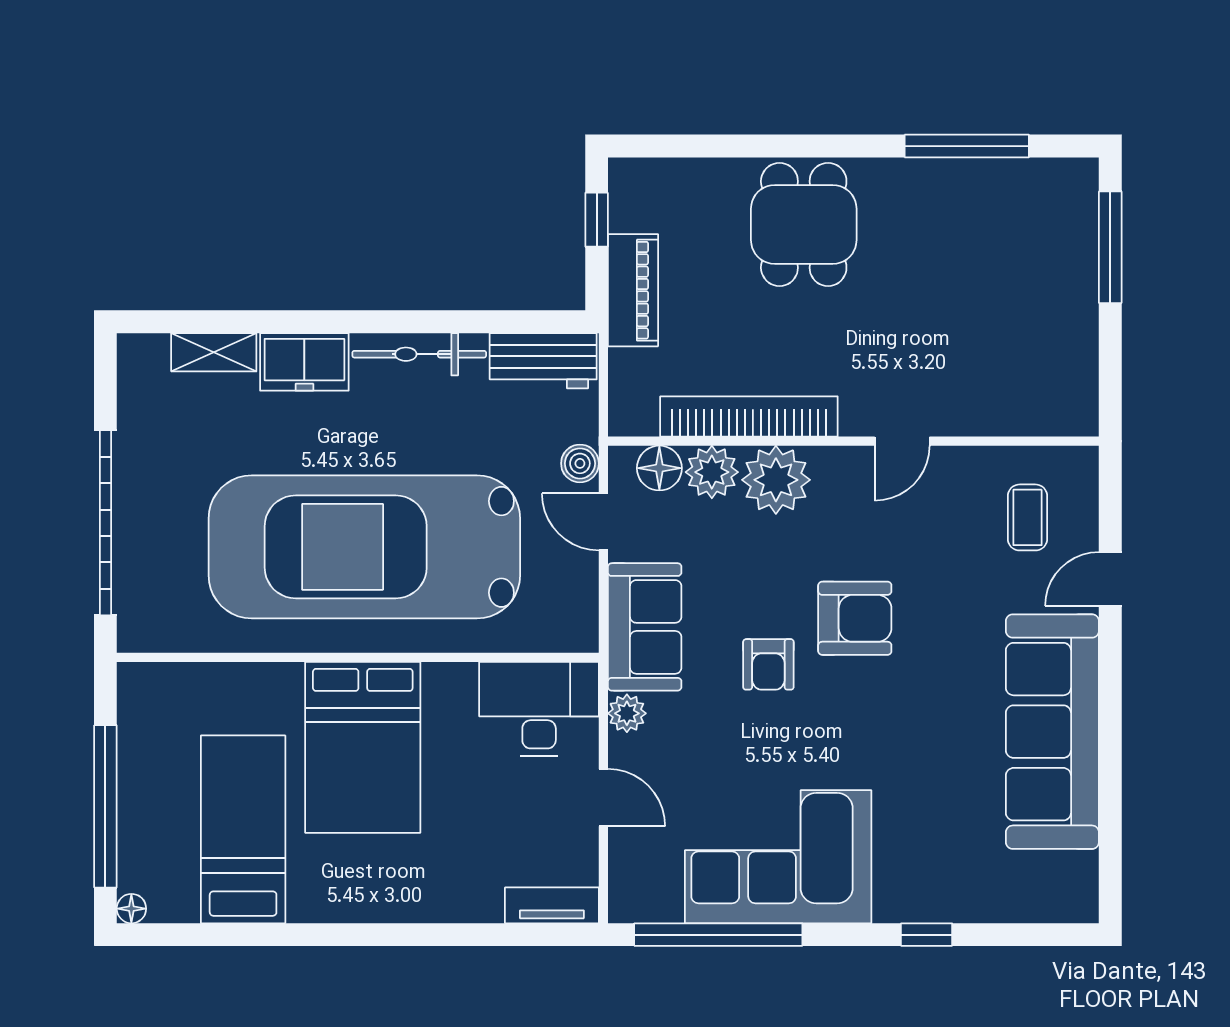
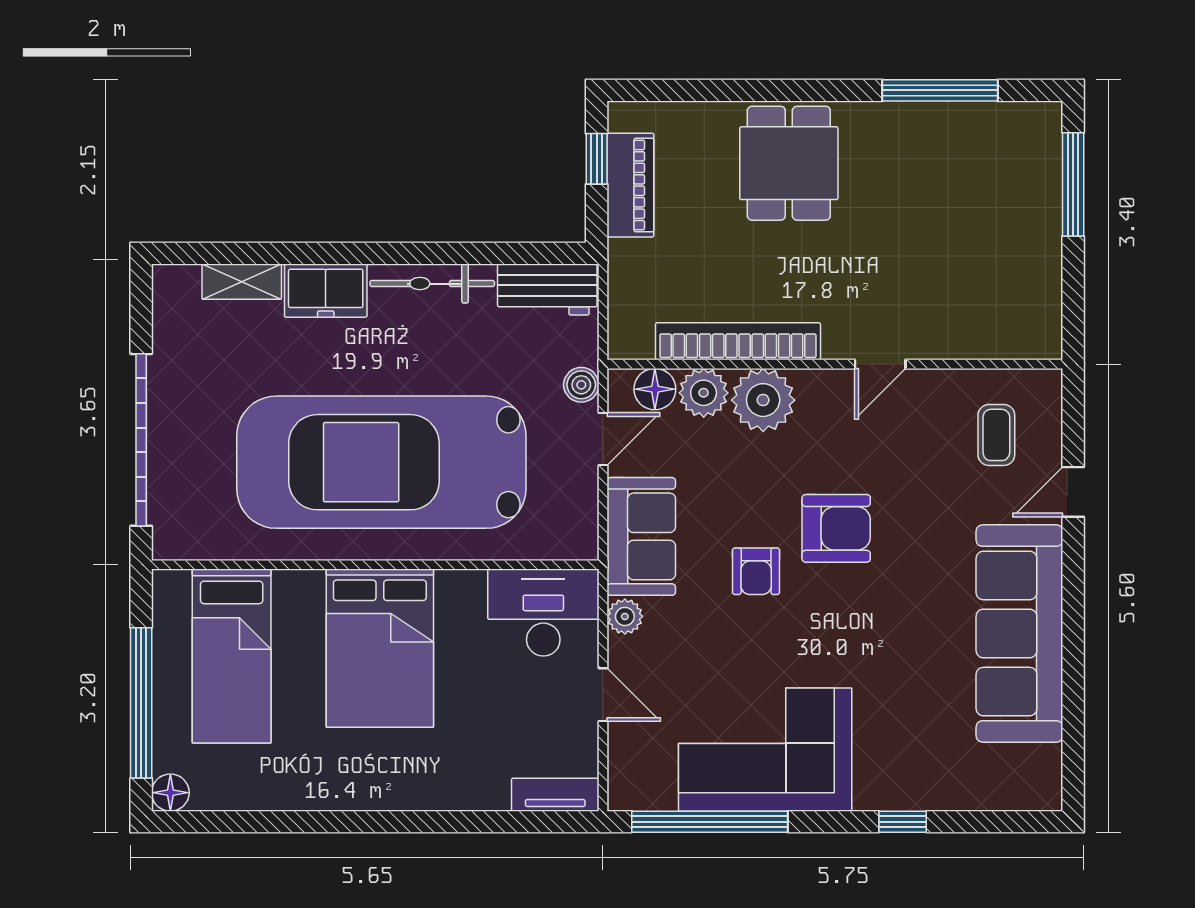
piano: (633, 290) -> (630, 185), moved
door: (603, 522) -> (603, 439), swing flipped
bed: (243, 829) -> (232, 656), moved, turned 180
floor lamp: (131, 909) -> (170, 793), width x1.37, depth x1.37

